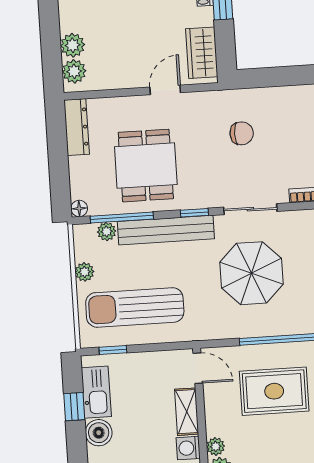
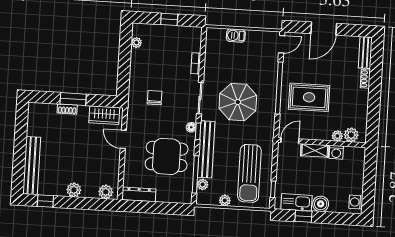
plant: (73, 45) -> (74, 190), moved
floor lamp: (79, 208) -> (191, 127), moved
rug: (274, 391) -> (309, 97), turned 90

